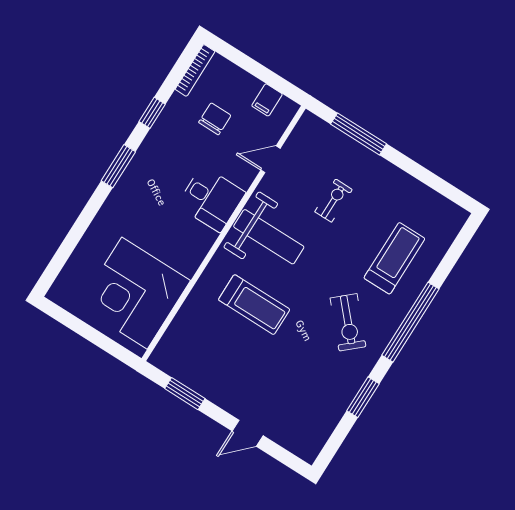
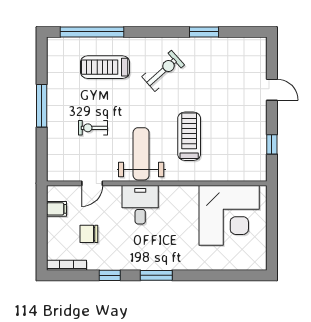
window: (359, 134) -> (42, 106), moved
door: (270, 159) -> (92, 183), hinge flipped
window: (410, 322) -> (92, 32), moved
window: (185, 394) -> (272, 144), width x0.67

